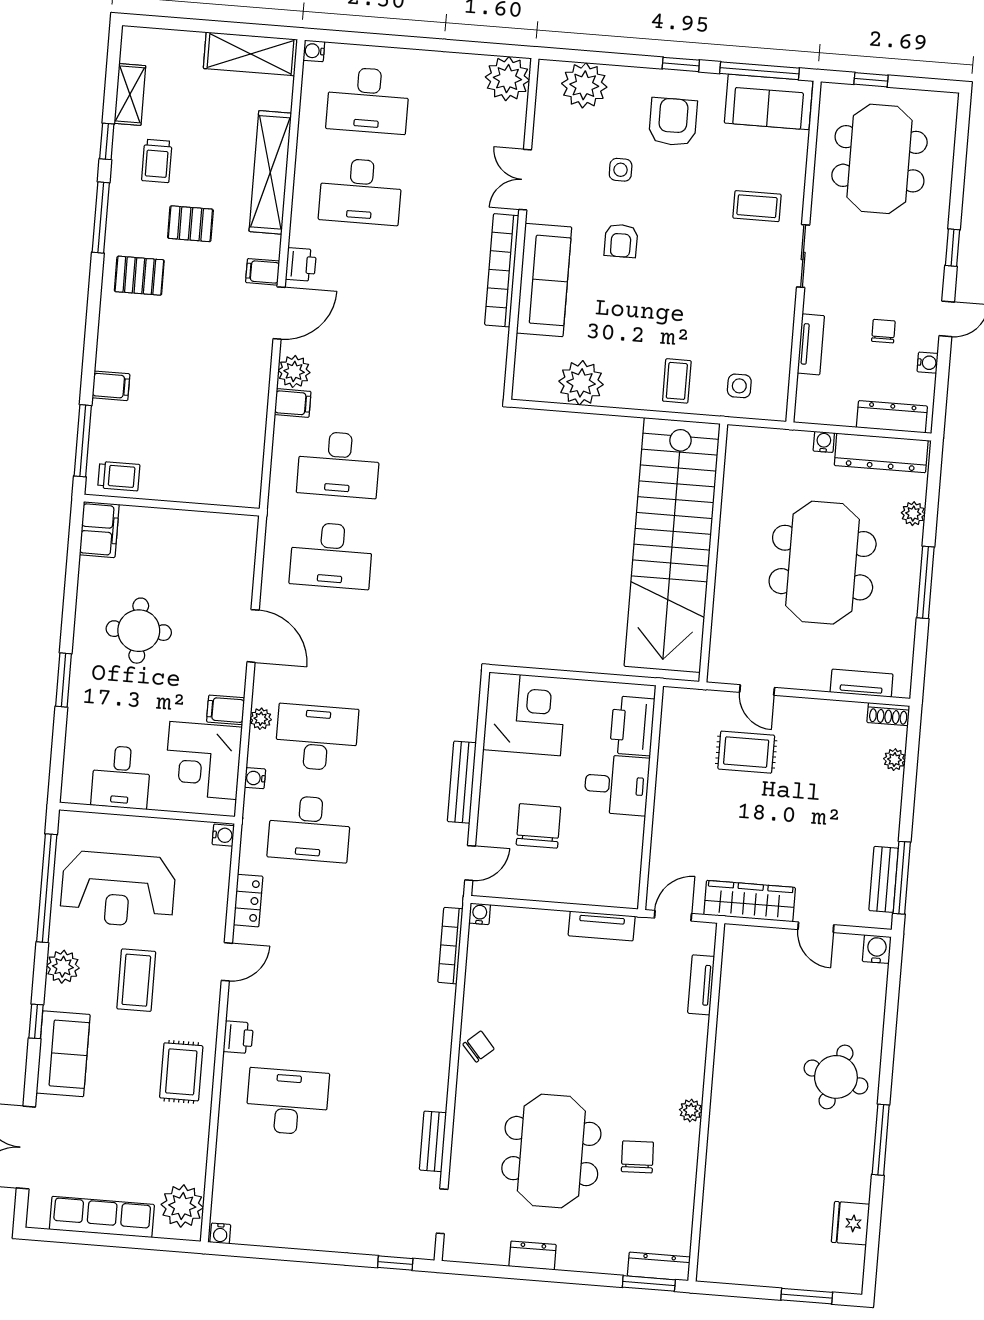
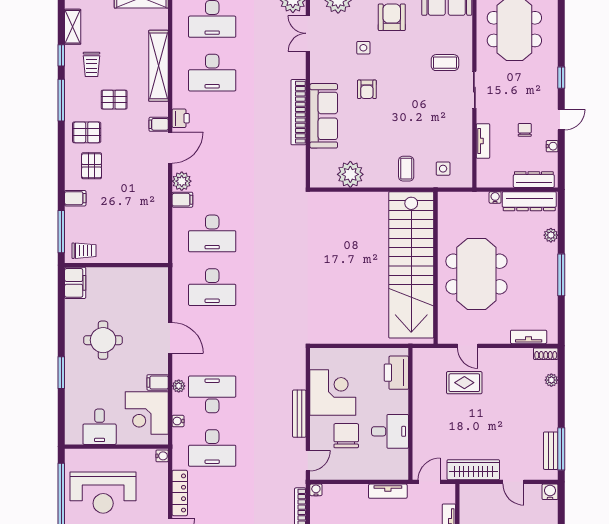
double door: (525, 180) -> (308, 33), moved
pallet: (143, 333) -> (92, 166), added
meeting table: (823, 563) -> (476, 274), moved
corner desk: (525, 714) -> (333, 393), moved
desk: (617, 785) -> (390, 431), moved
locker: (248, 901) -> (180, 493), width x1.53

